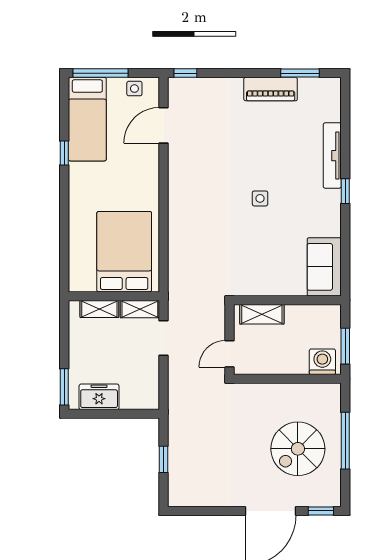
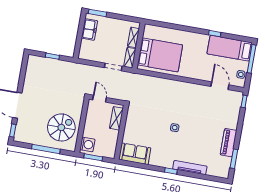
spiral stairs: (298, 449) -> (61, 127), moved, turned 90

